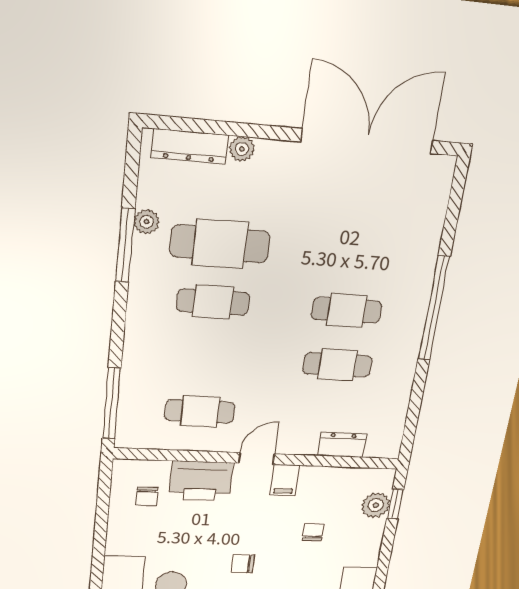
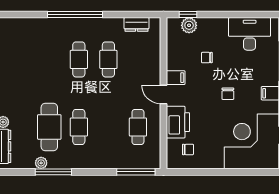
dresser: (342, 445) -> (136, 24), moved, turned -90

